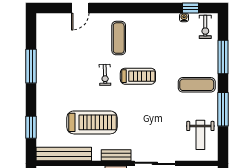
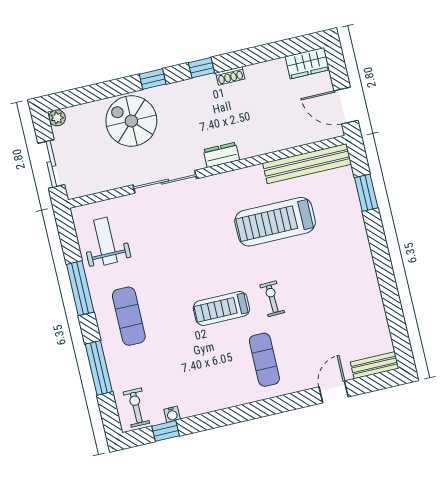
window: (31, 66) -> (388, 286), removed
exercise mat: (197, 85) -> (129, 316), turned 90
bench: (116, 155) -> (375, 365), moved

